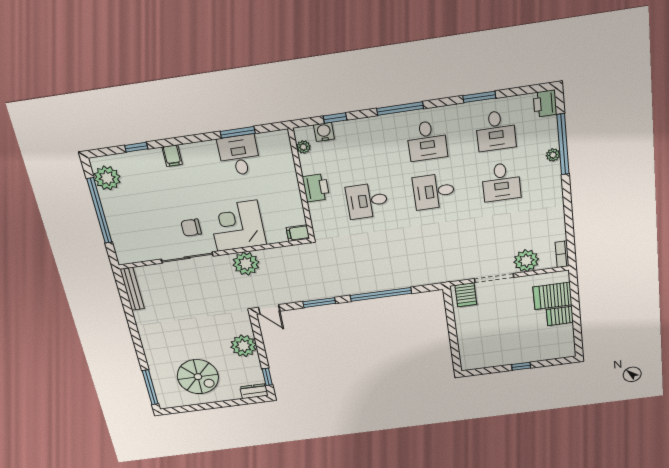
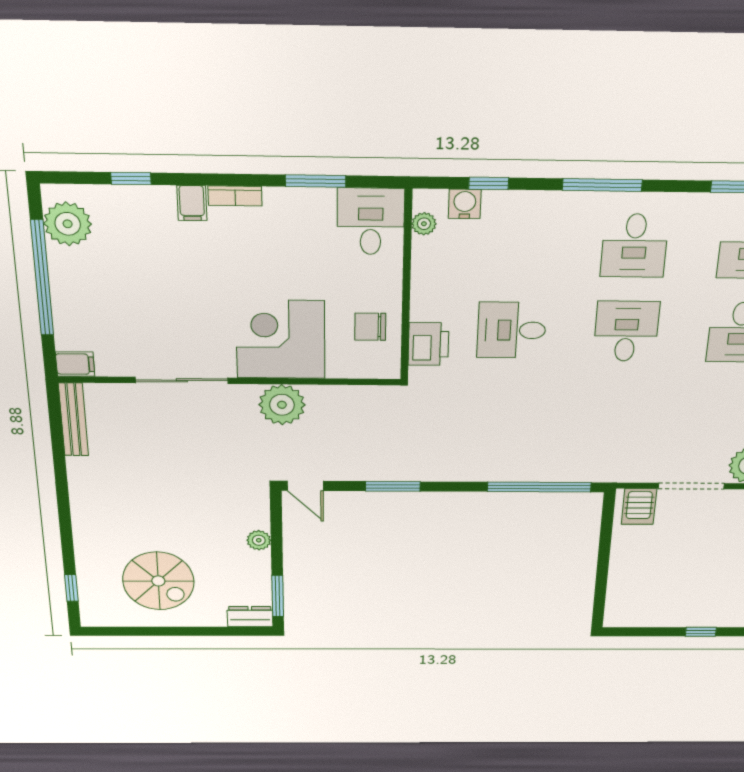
bookcase: (195, 148) -> (235, 196), added
desk: (239, 155) -> (371, 221), moved
printer: (316, 188) -> (428, 344), moved
desk: (434, 191) -> (626, 331), turned 90
chair: (191, 228) -> (370, 327), moved
filing cabinet: (298, 233) -> (75, 364), moved, turned 180
window: (381, 294) -> (539, 487), moved
plant: (244, 346) -> (259, 540), width x0.53, depth x0.53
window: (267, 377) -> (278, 596), width x1.50
window: (150, 387) -> (71, 588), width x0.46

